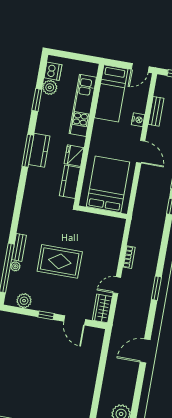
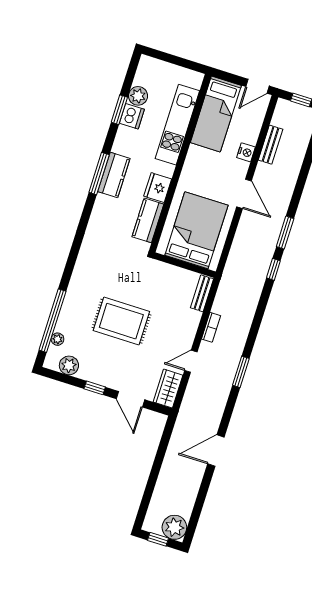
dishwasher: (53, 71) -> (132, 116), moved
bench: (19, 247) -> (202, 293), moved
plant: (15, 266) -> (57, 339), moved

